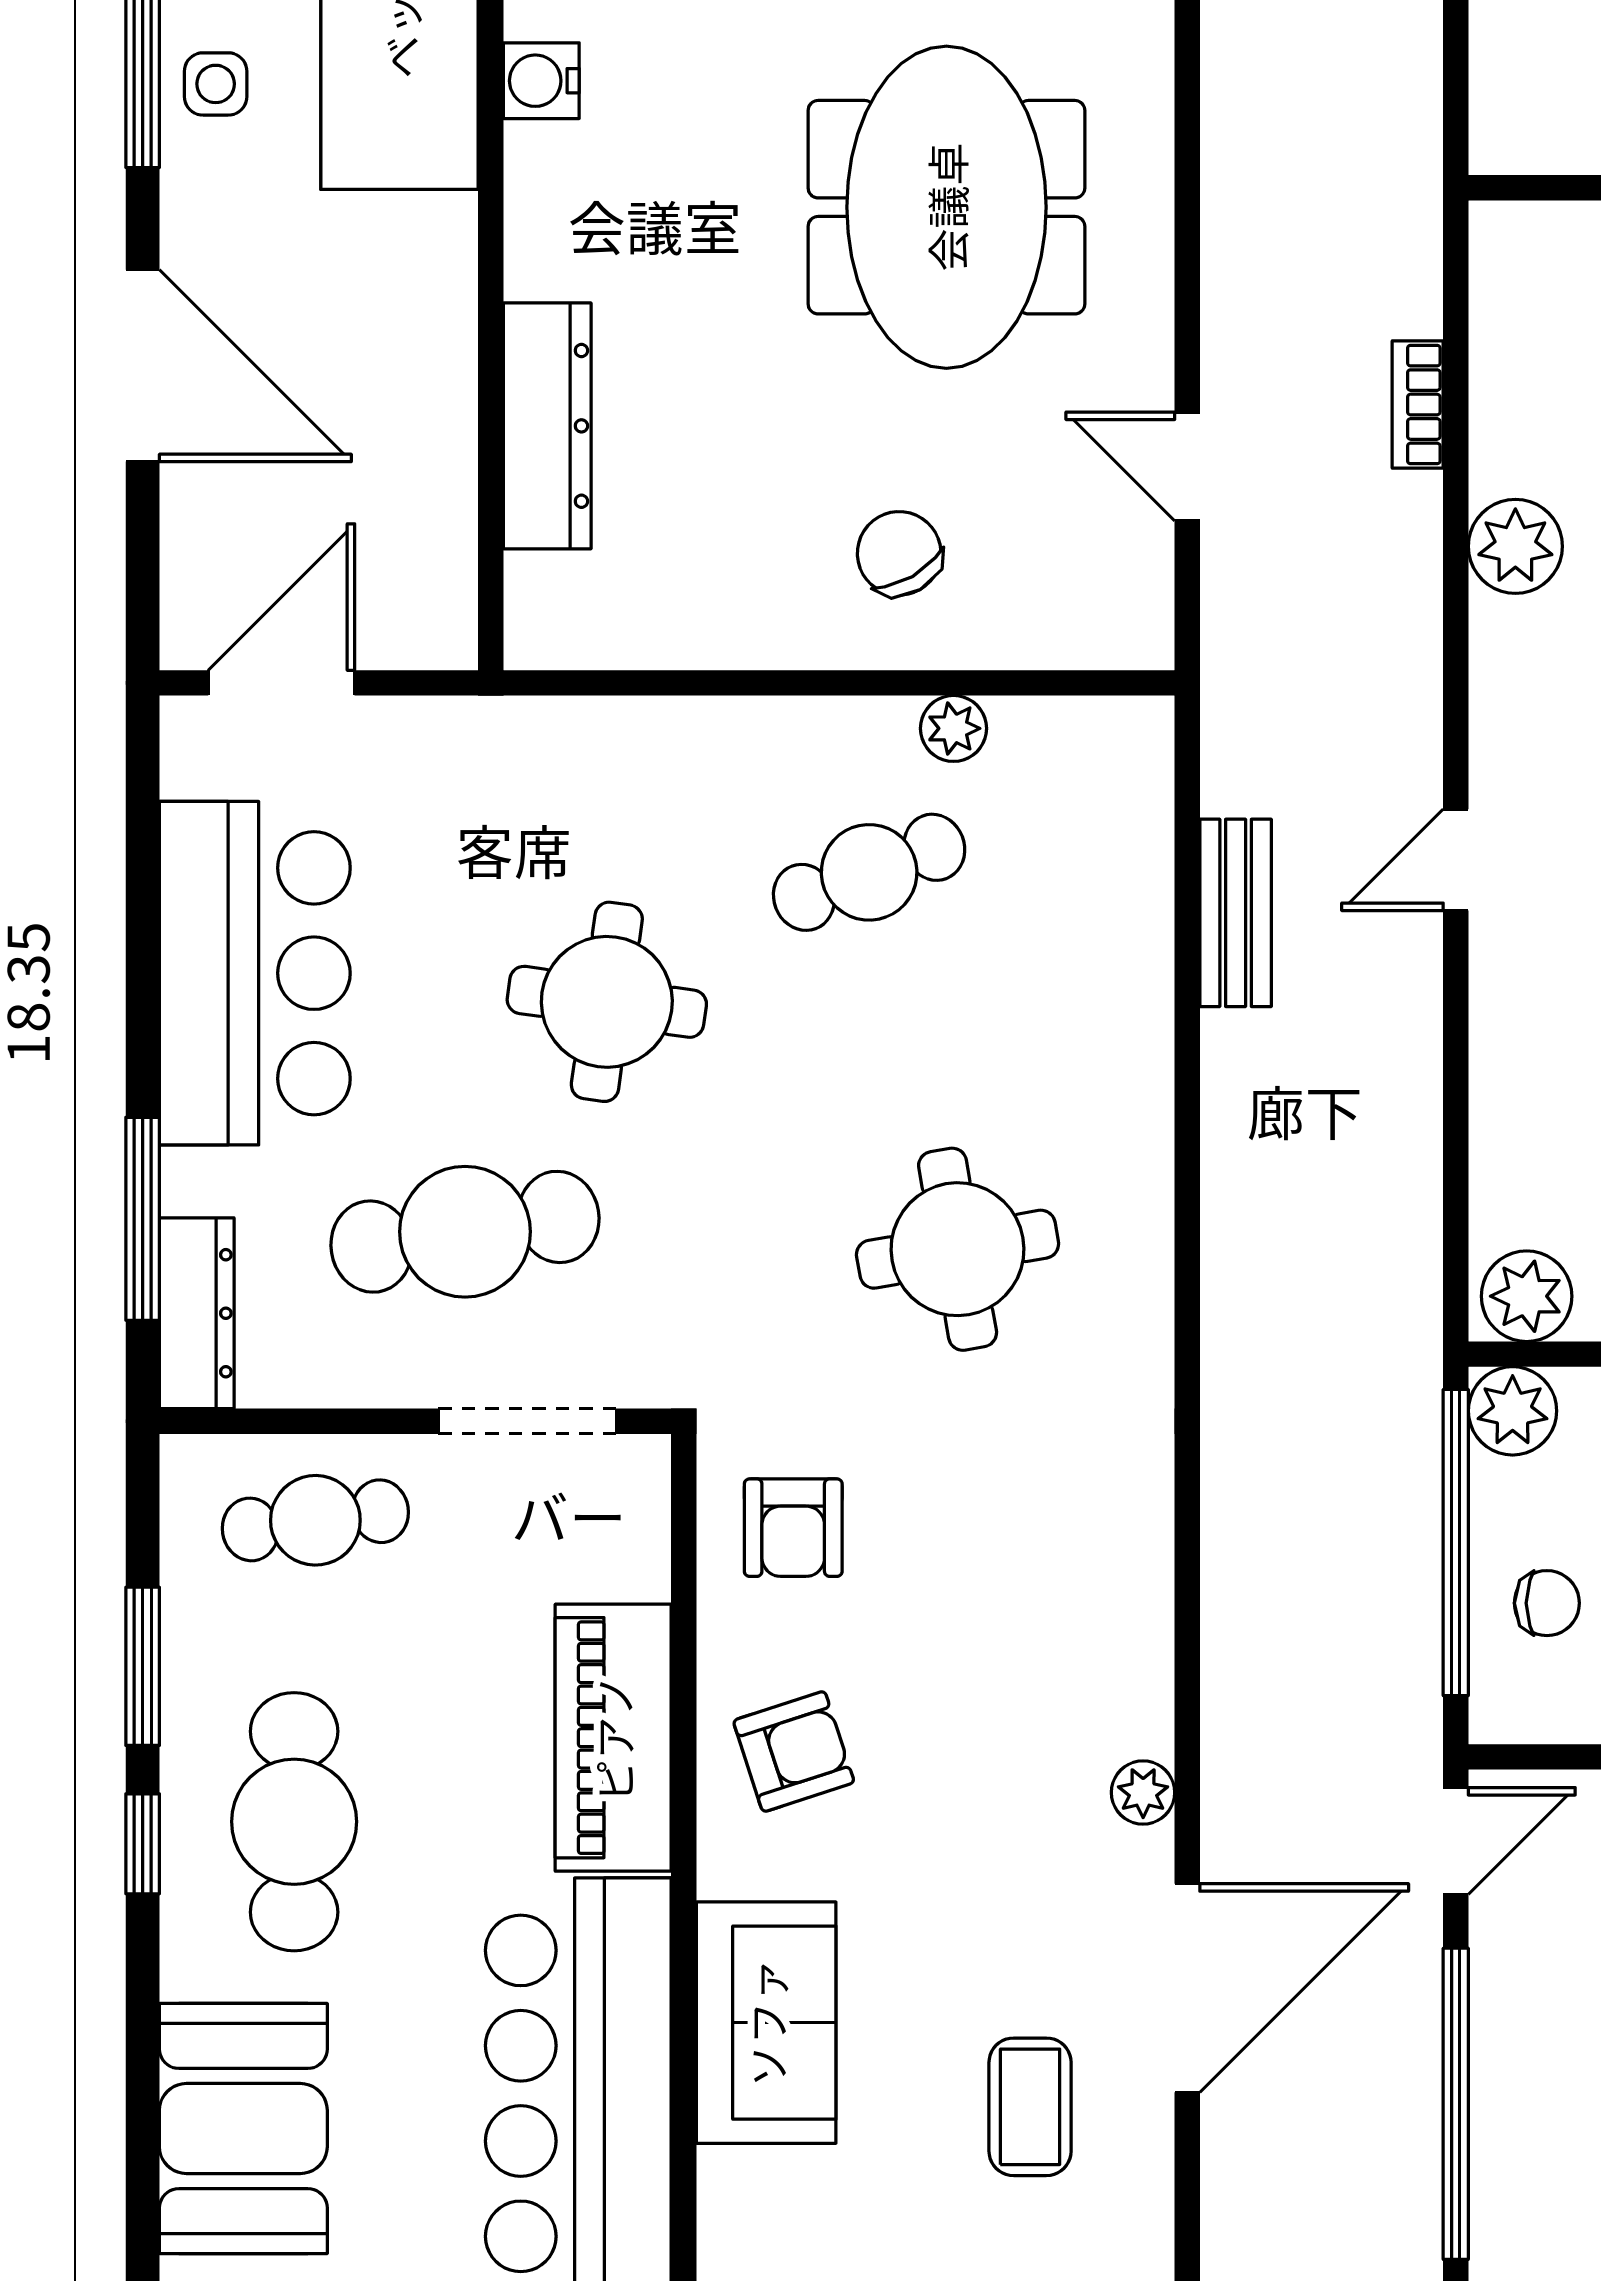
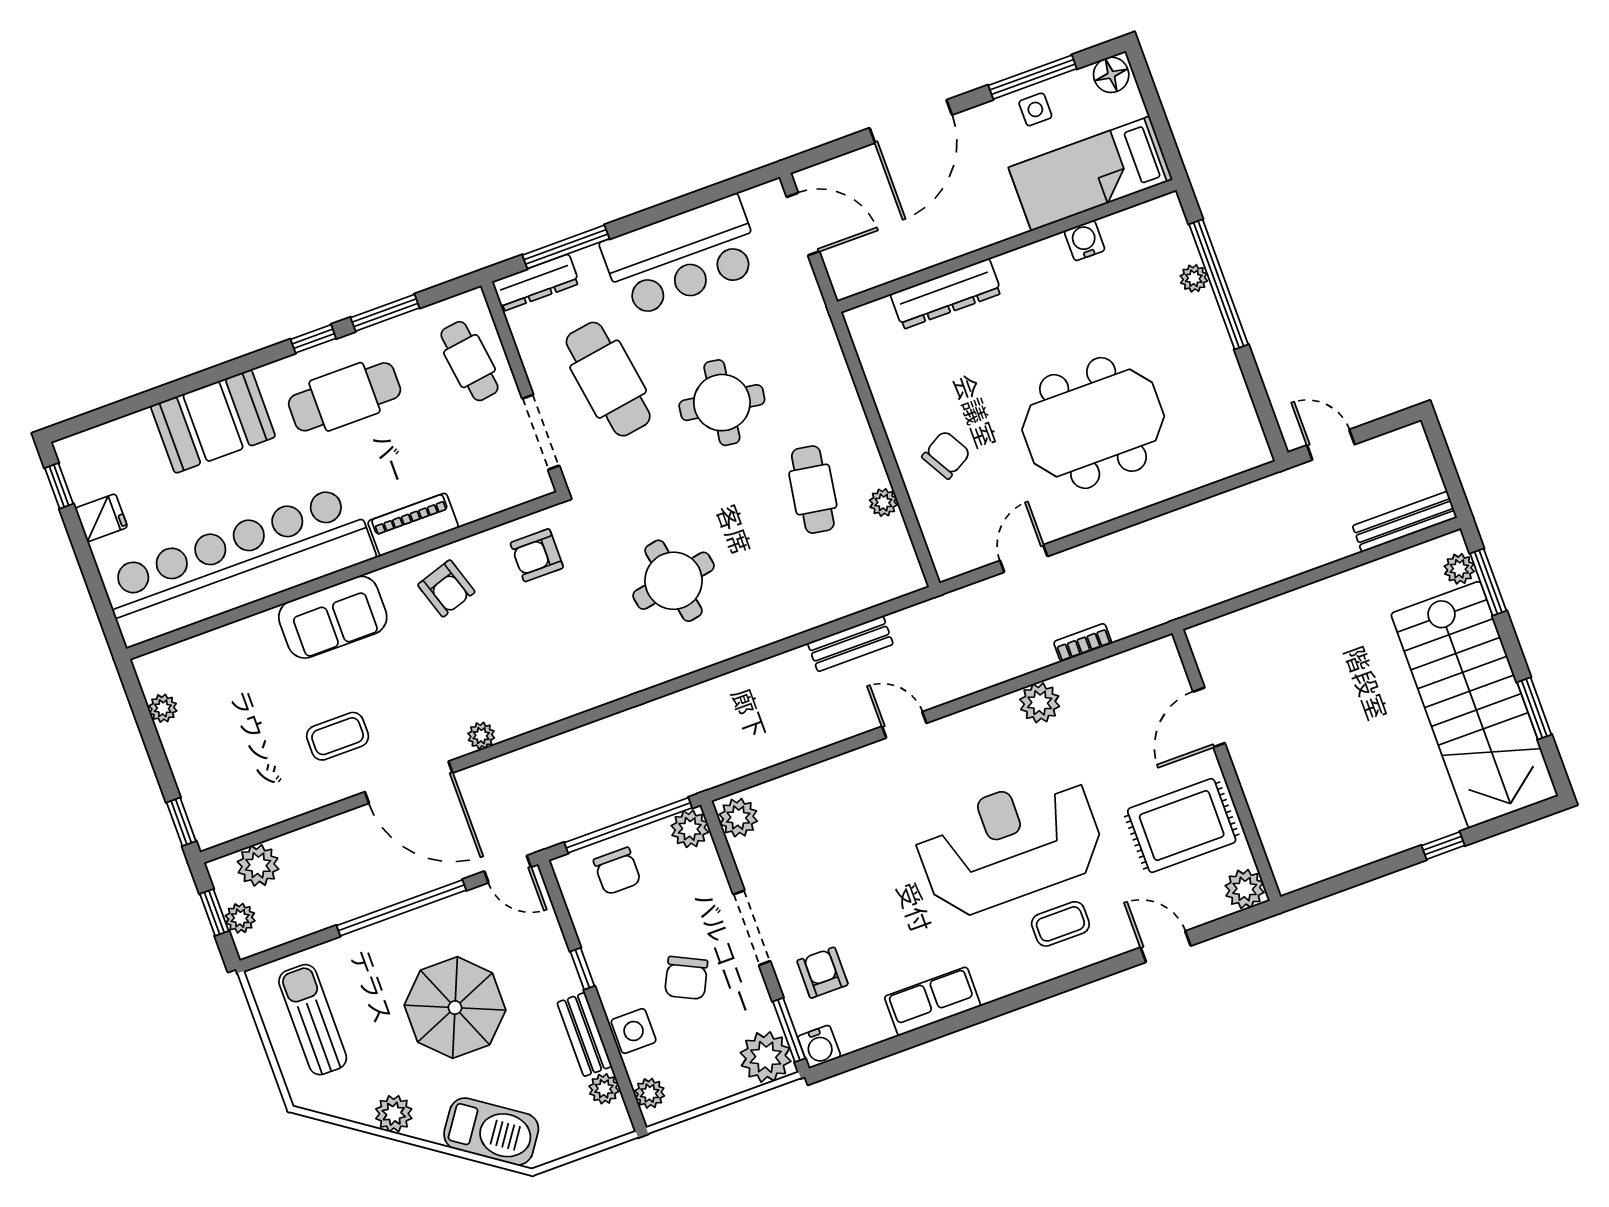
cafe table: (869, 872) -> (813, 490), turned 30
chair: (1547, 1603) -> (617, 871), width x1.37, depth x1.37
piano: (613, 1738) -> (413, 524), width x0.73, depth x0.75

